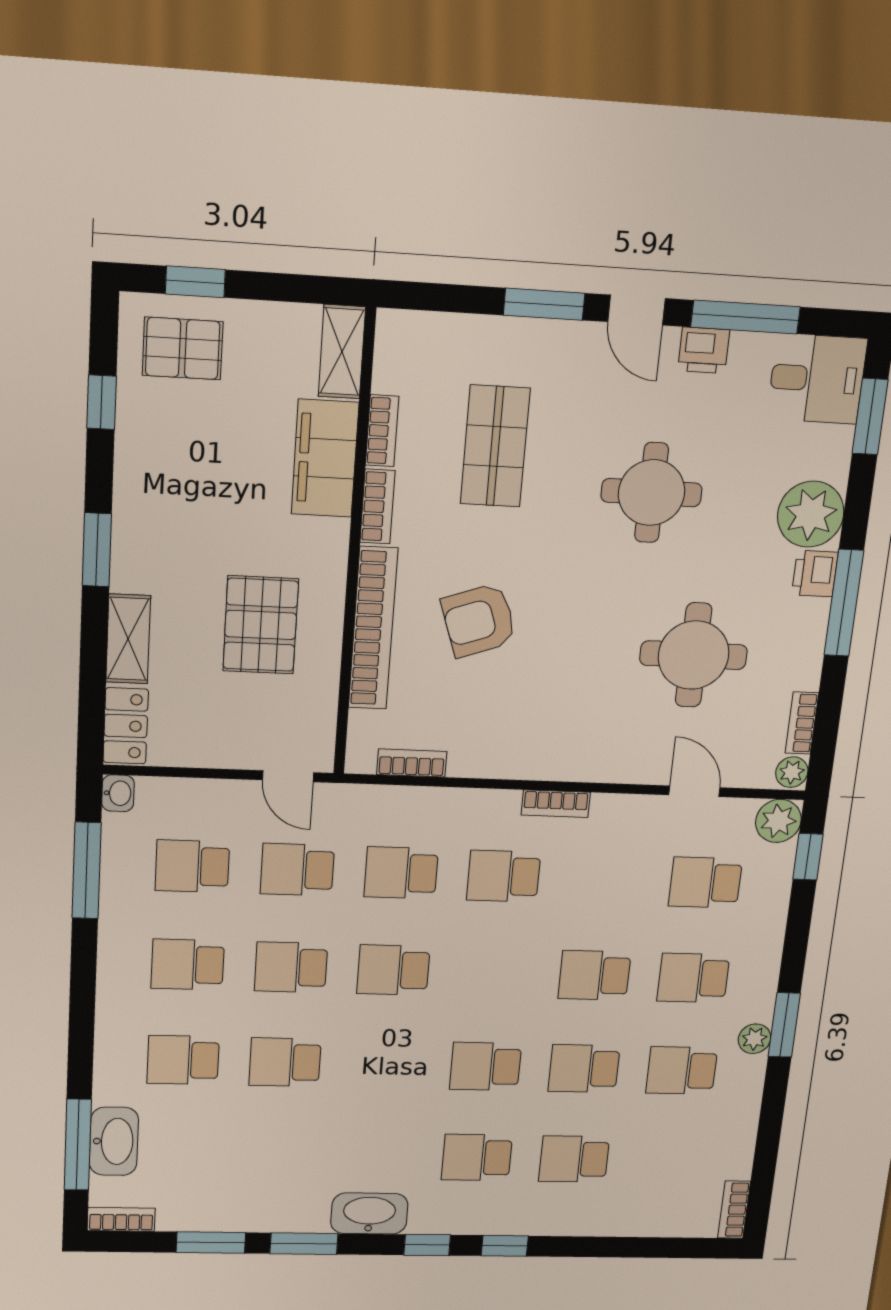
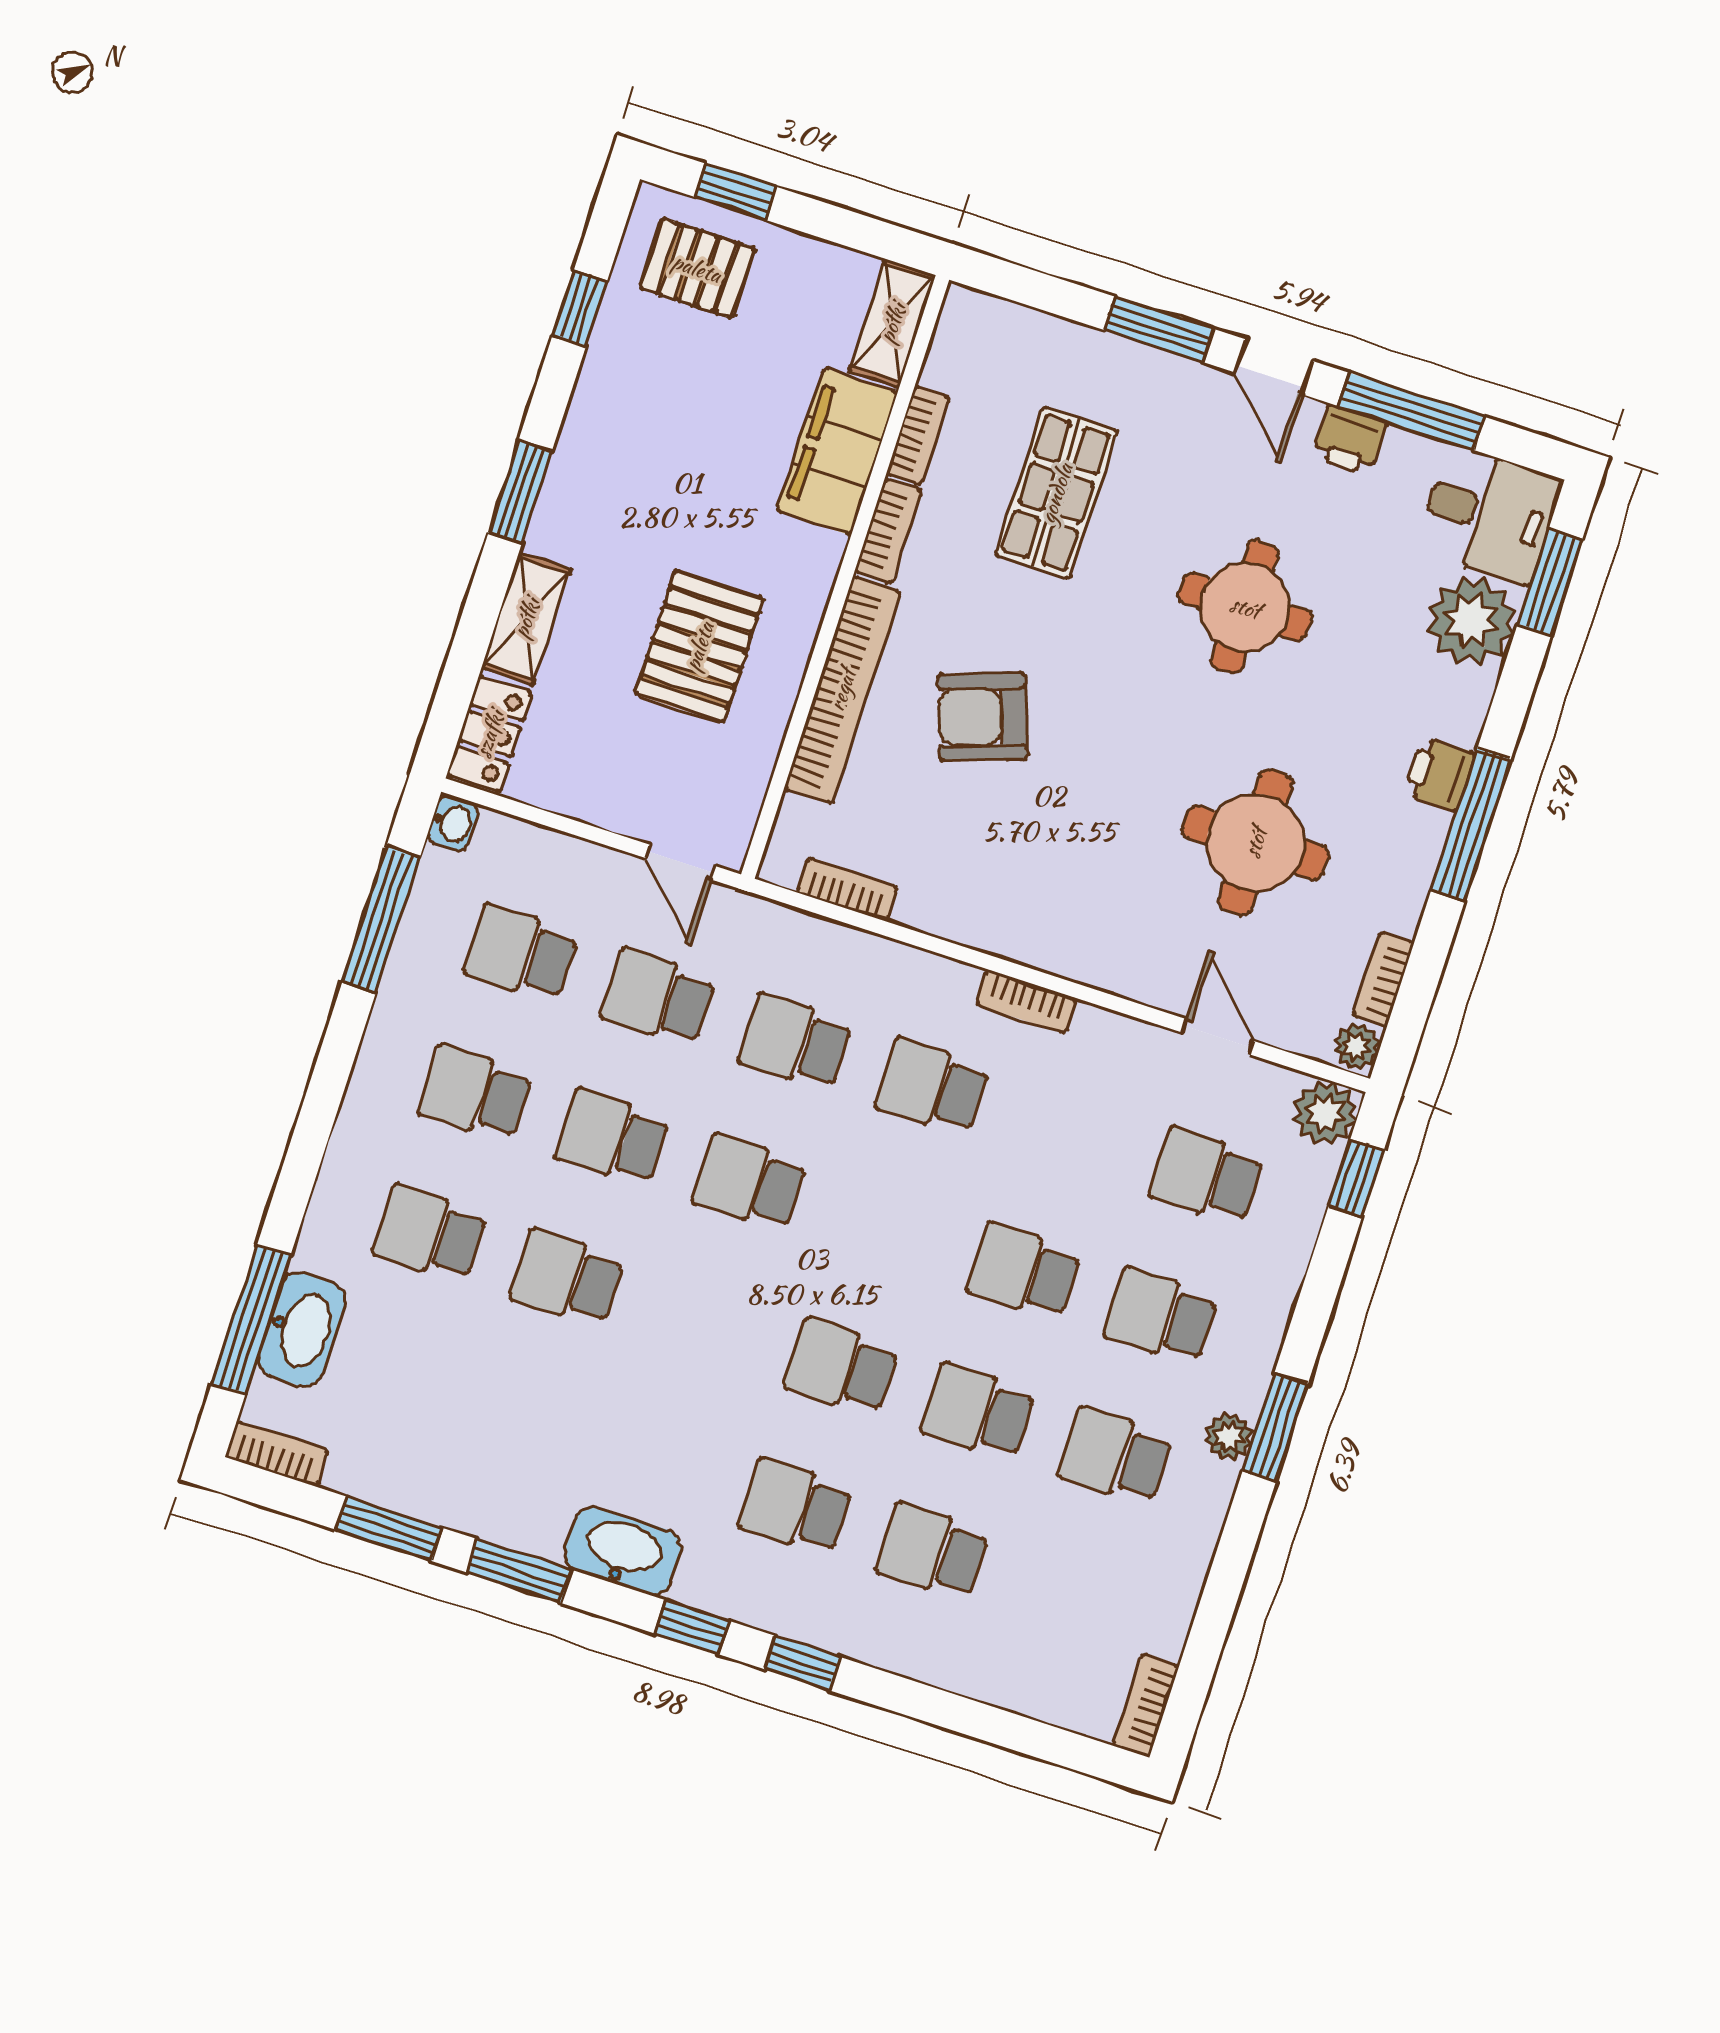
plant: (811, 514) -> (1471, 621), moved

